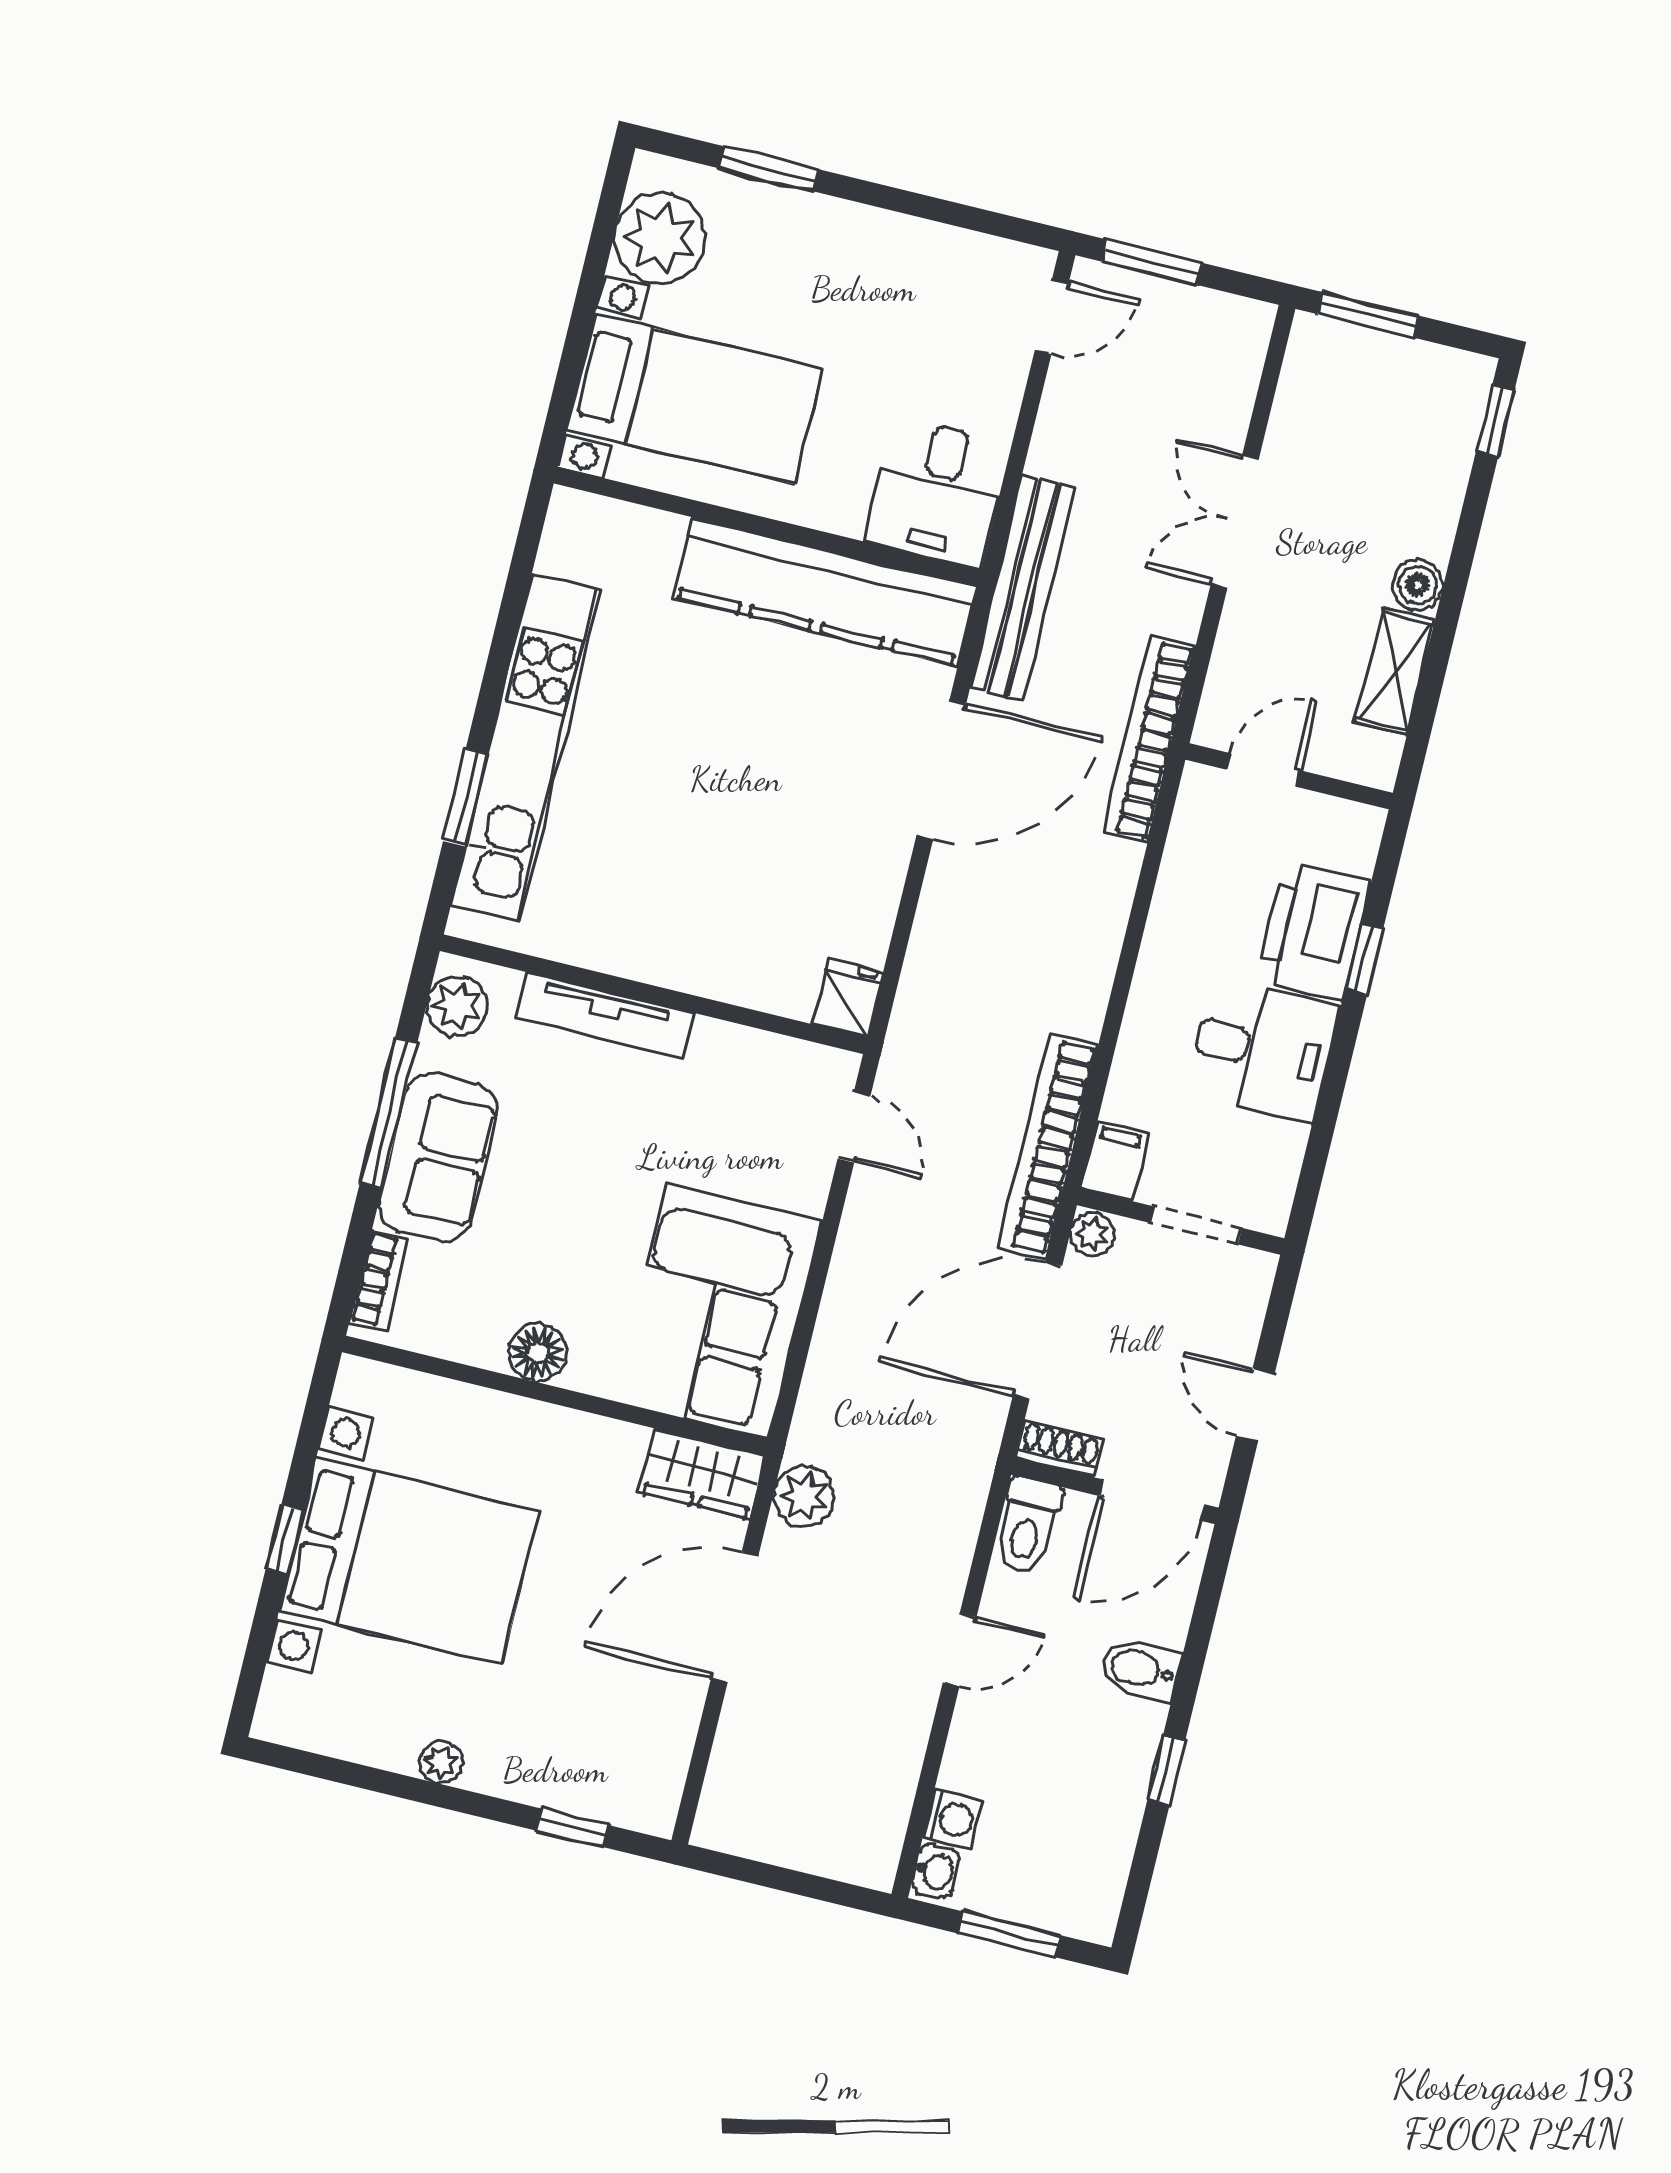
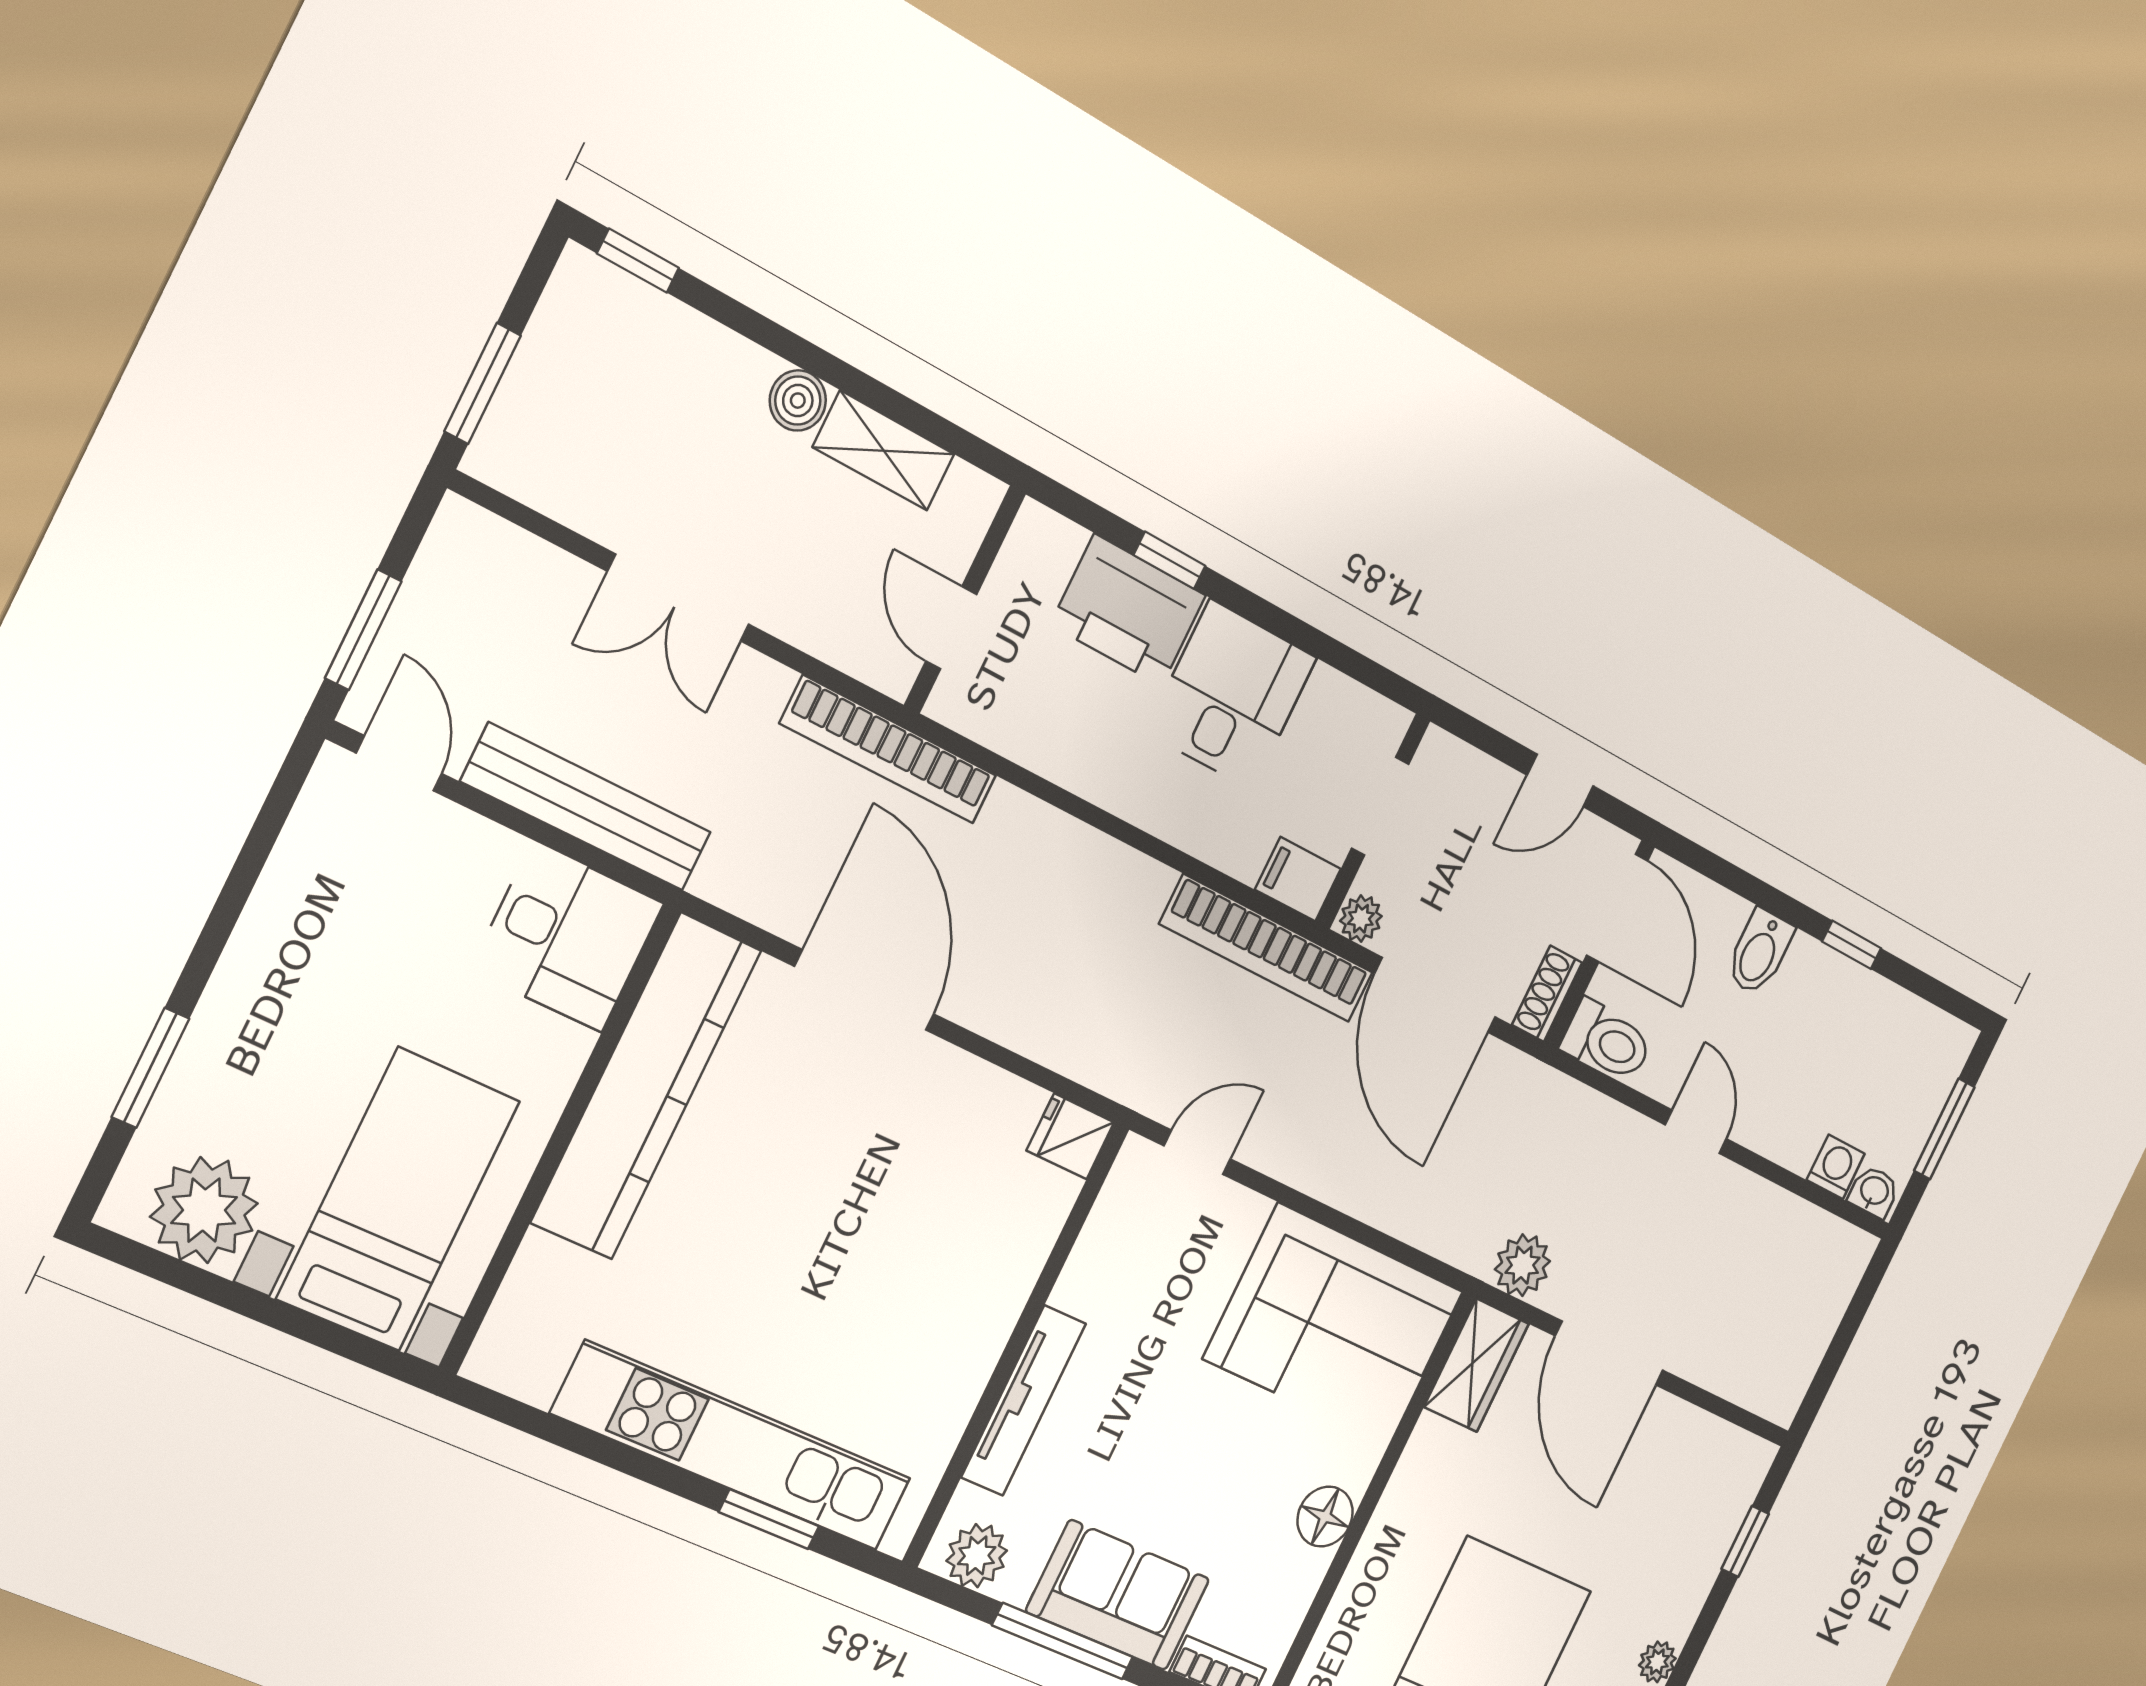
bench: (1023, 587) -> (587, 807), moved

